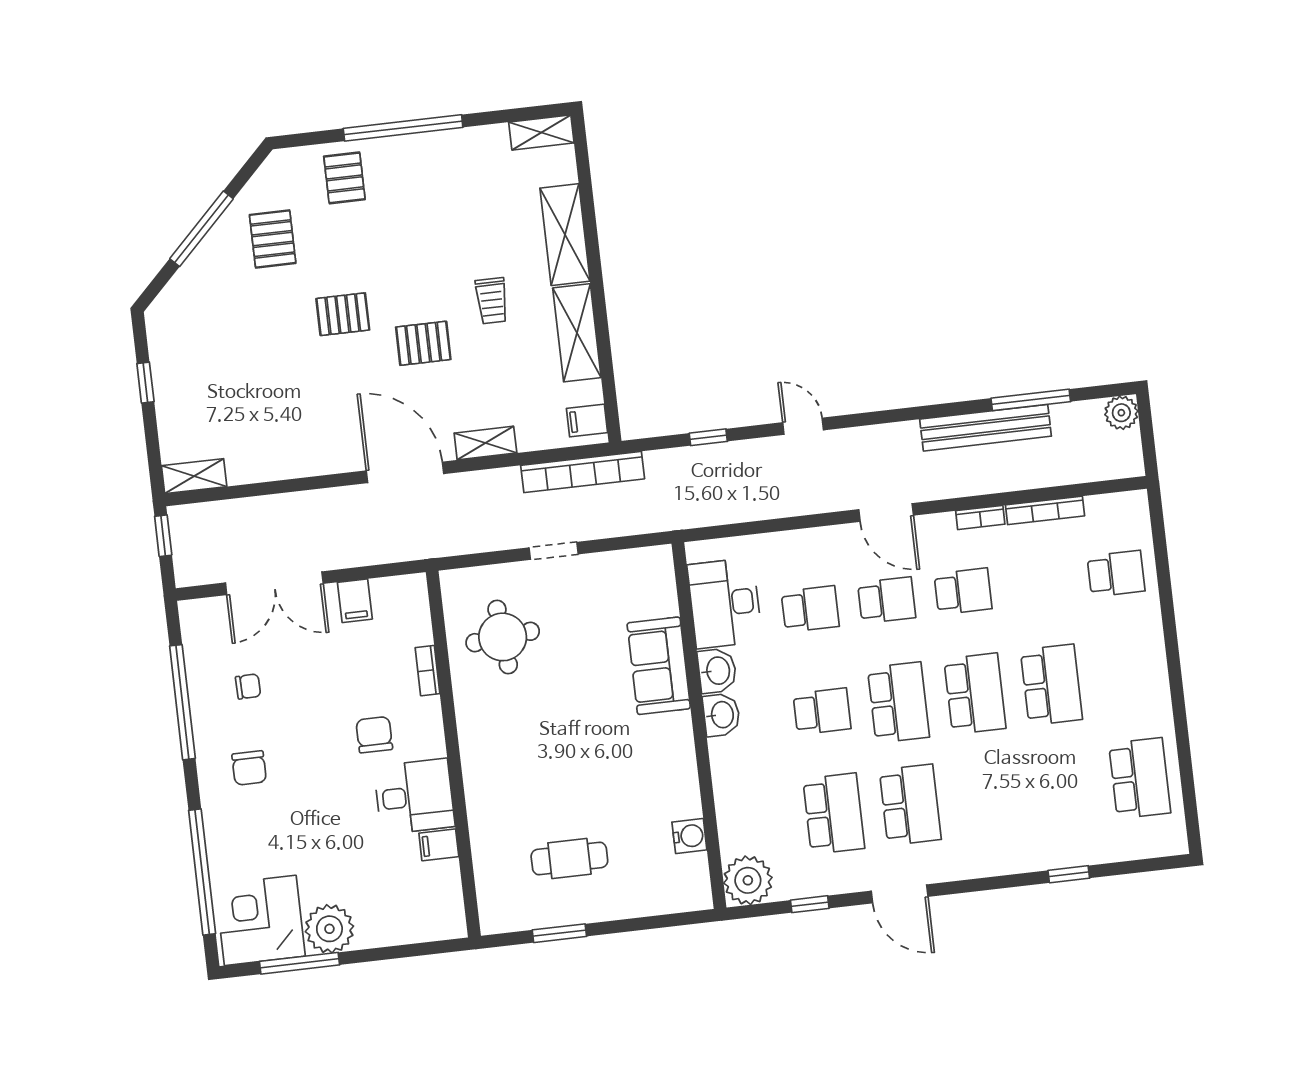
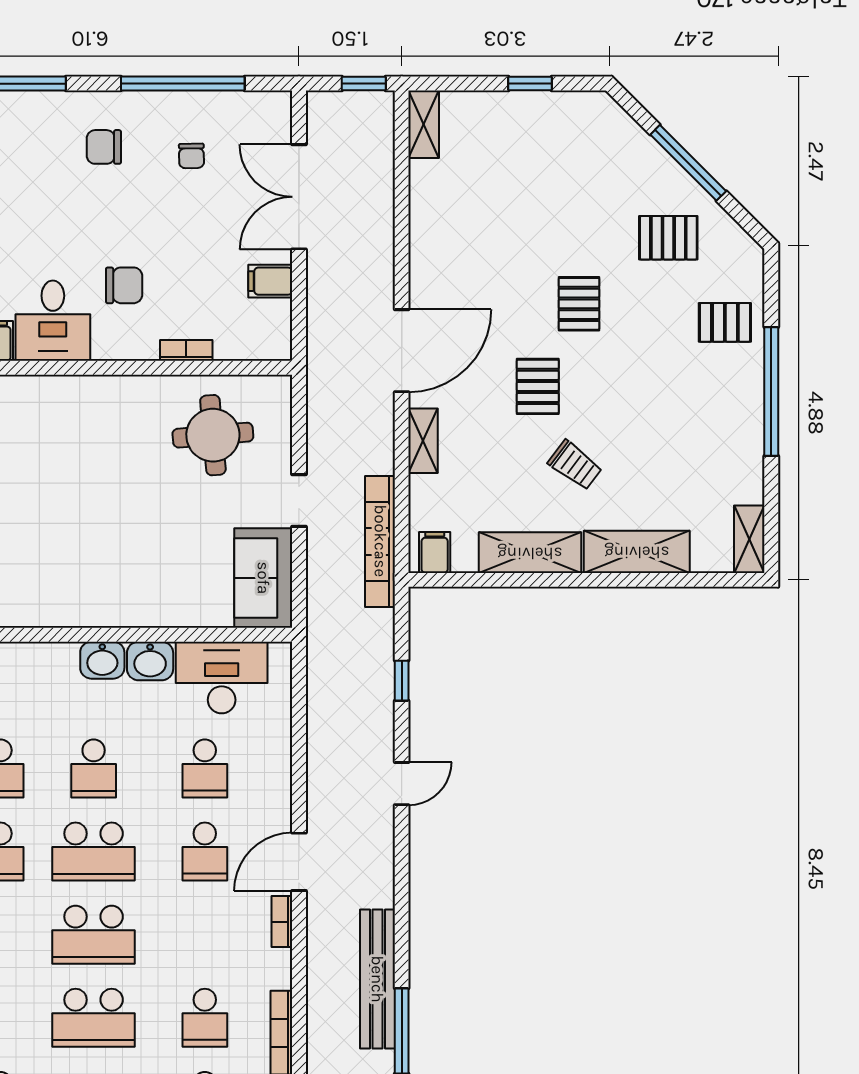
trolley: (492, 301) -> (575, 465), turned -143
bookcase: (980, 517) -> (282, 922), moved
school desk: (963, 591) -> (205, 1018), moved
sofa: (659, 666) -> (263, 578), moved, turned -90

